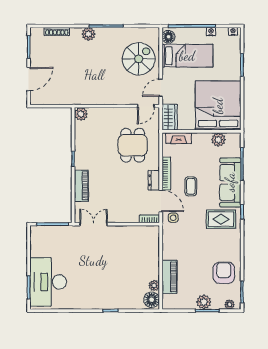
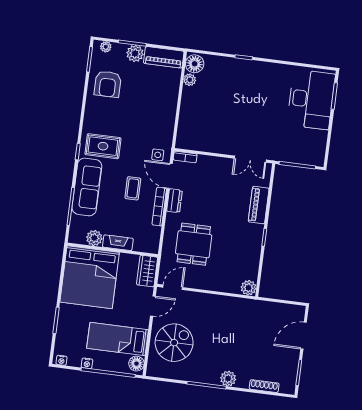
spiral stairs: (139, 59) -> (174, 343), turned 180
fireplace: (179, 138) -> (118, 243), moved
piano: (169, 277) -> (164, 57), moved, turned -90

